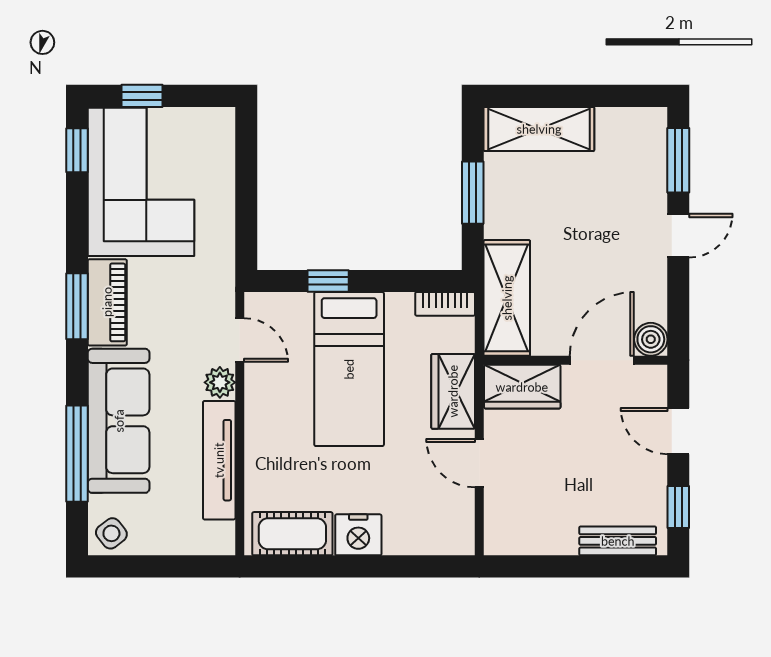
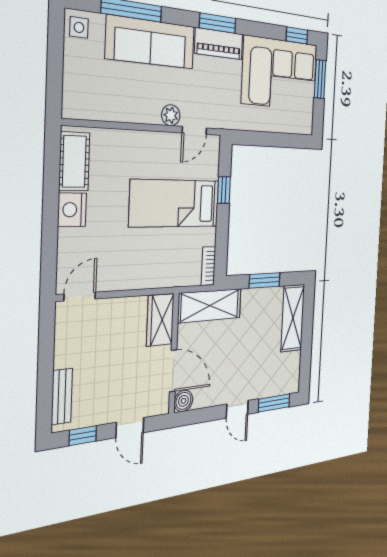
window: (142, 96) -> (320, 79), width x1.50
wardrobe: (453, 391) -> (159, 274), removed
door: (678, 431) -> (130, 428), swing flipped
tv unit: (219, 460) -> (124, 111), removed
door: (479, 463) -> (80, 297), moved
side table: (111, 533) -> (79, 27), turned 38

